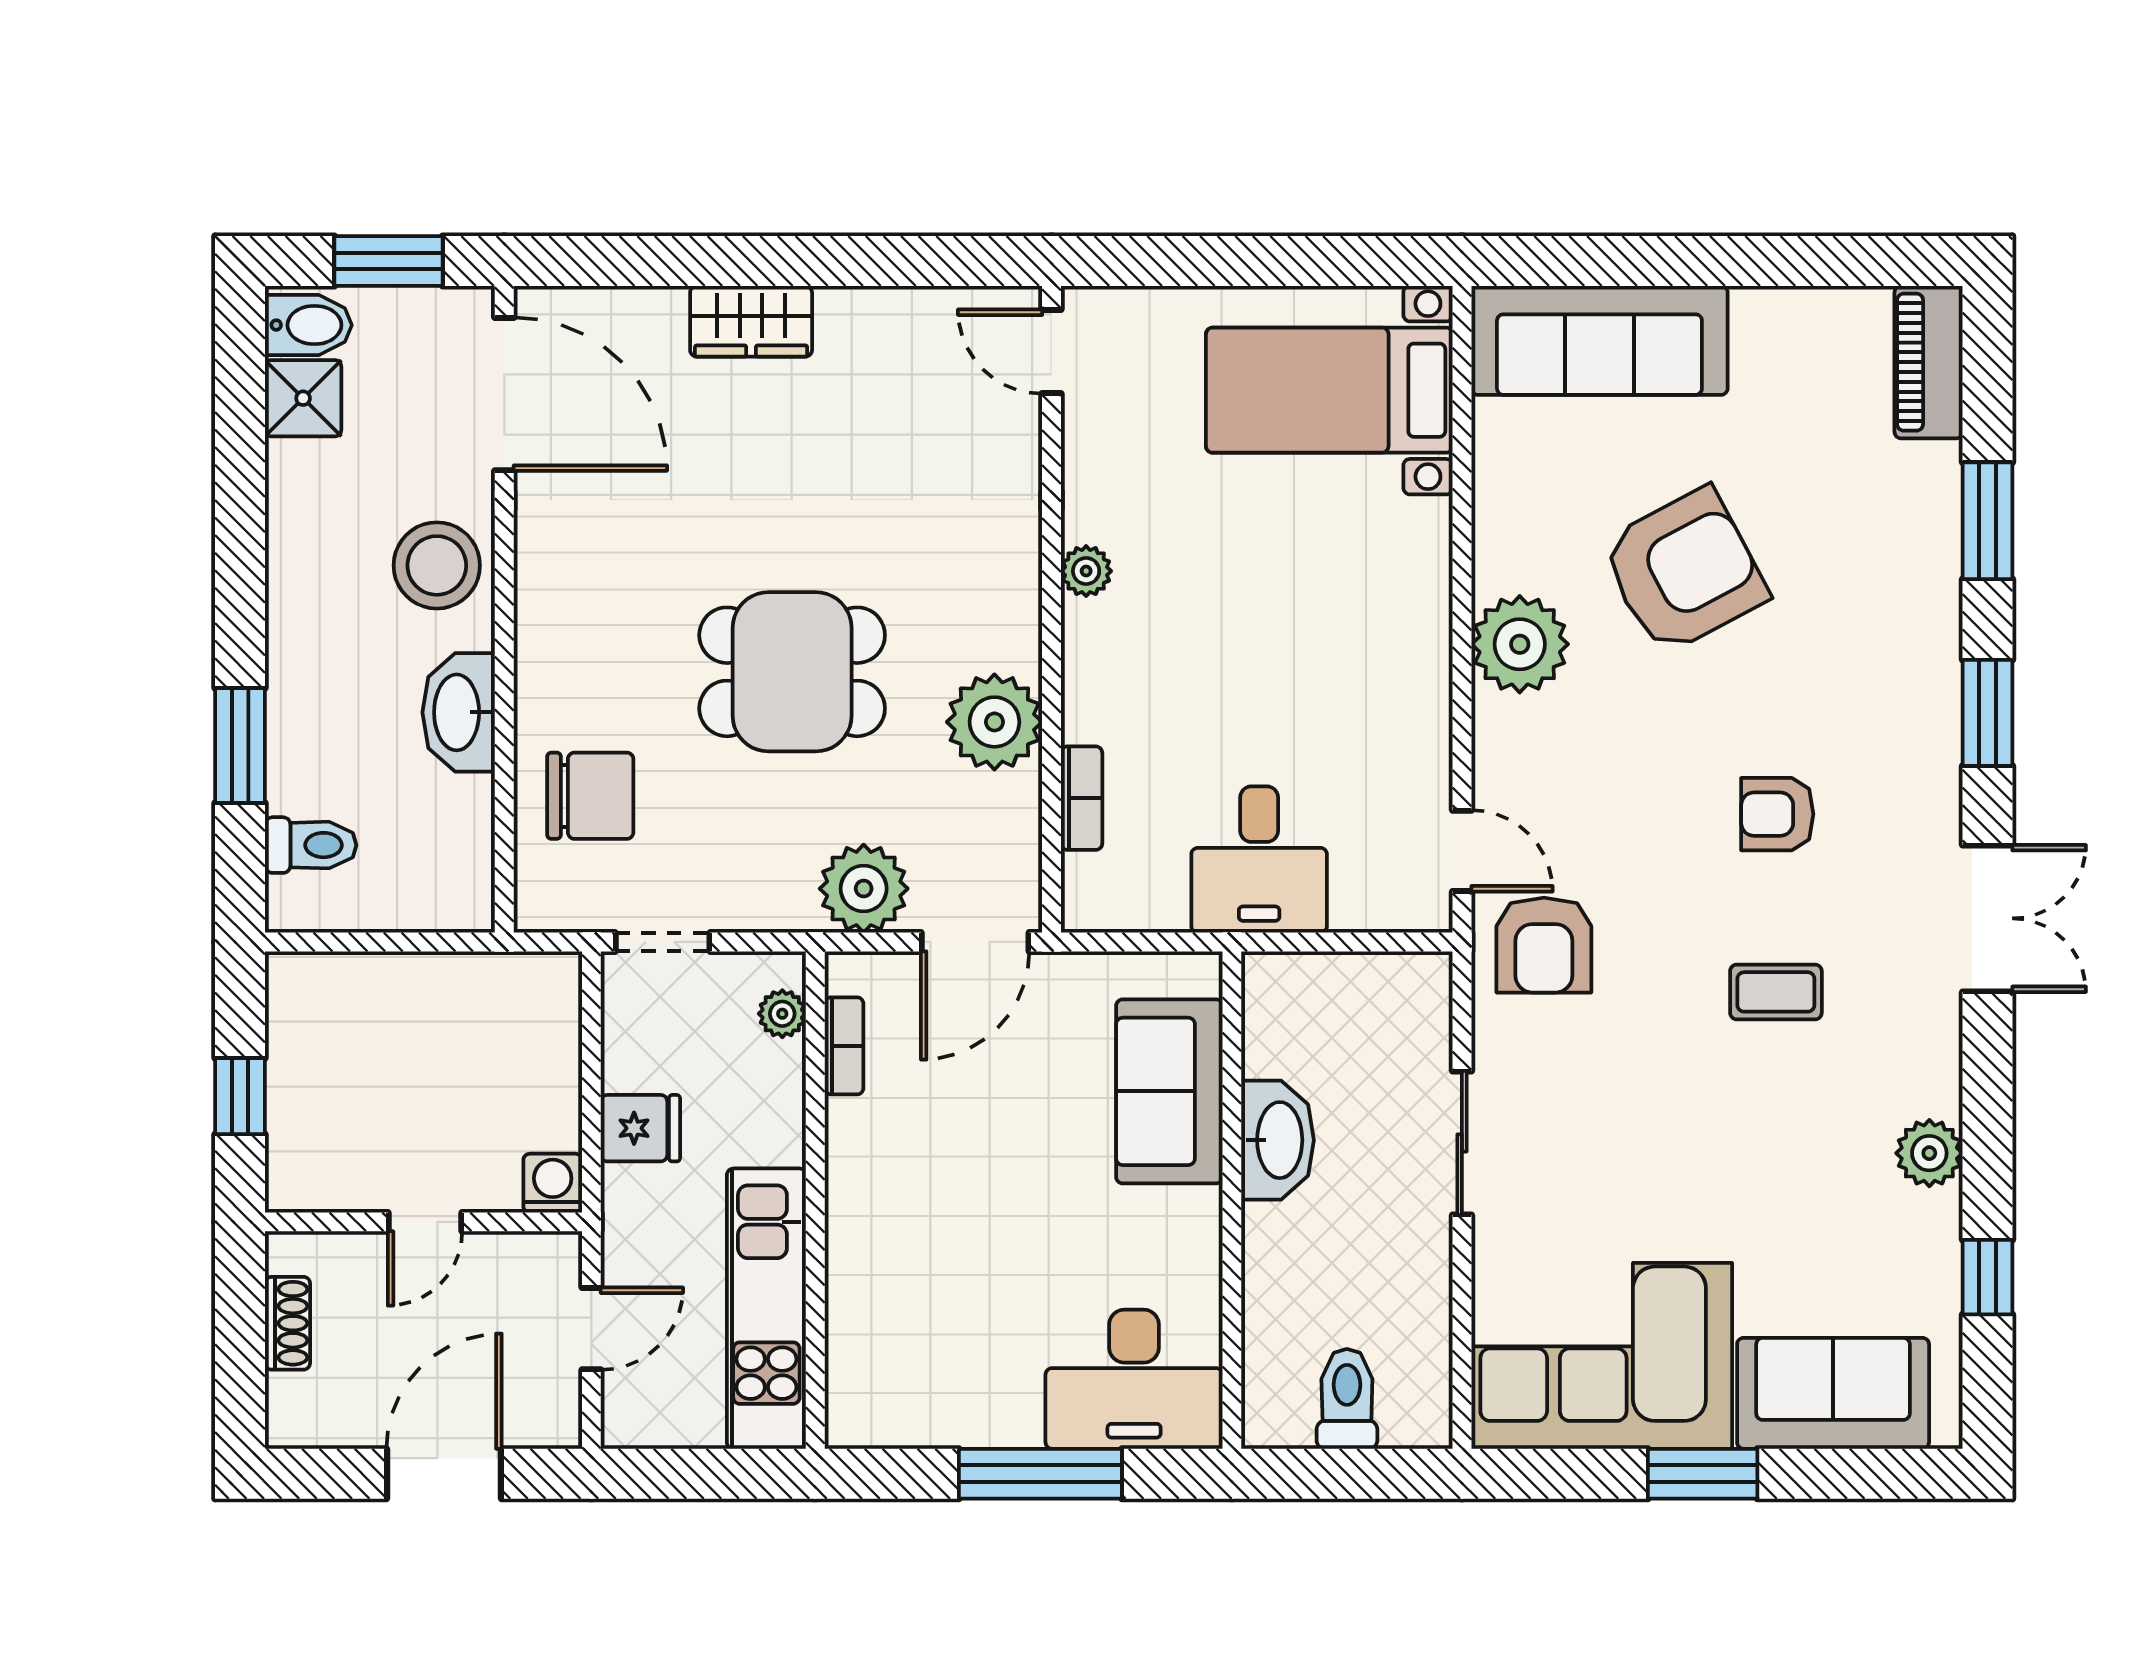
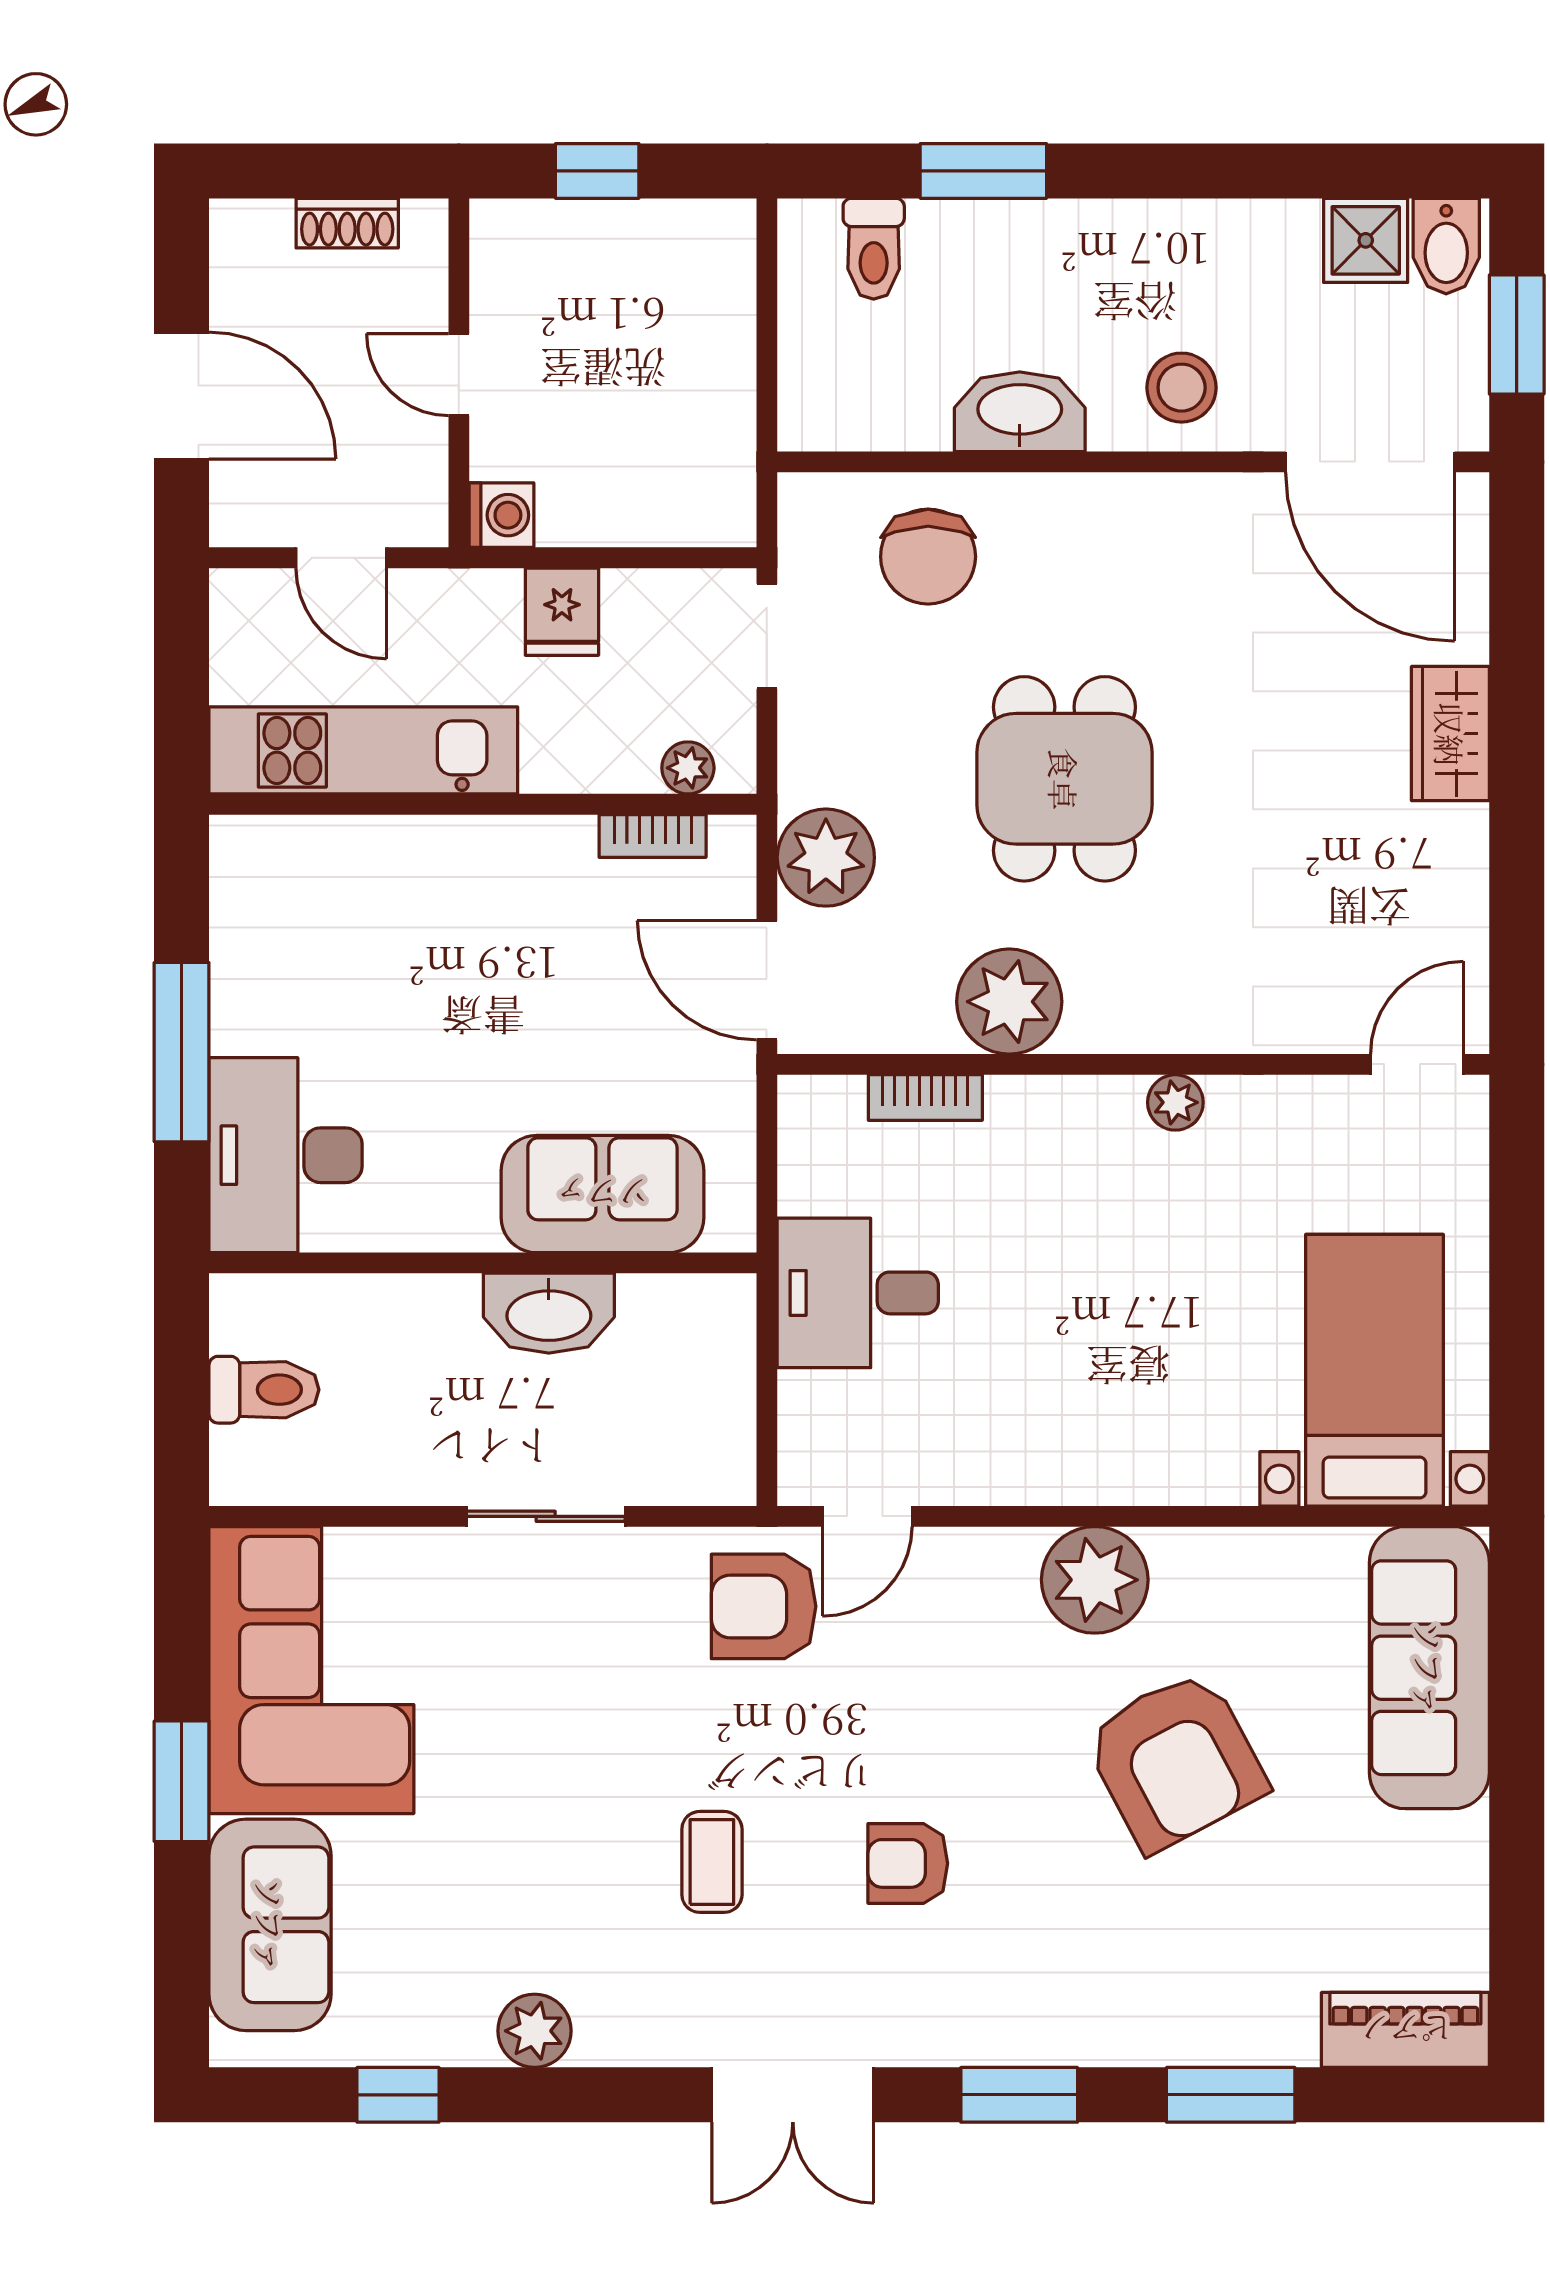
door: (504, 394) -> (1370, 462), hinge flipped
stool: (437, 565) -> (1182, 388), width x0.73, depth x0.73
armchair: (1777, 814) -> (908, 1863), turned -90

